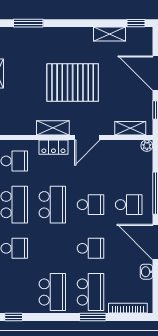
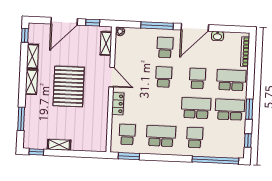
shelving: (53, 128) -> (31, 82), moved
school desk: (52, 205) -> (196, 108), moved
window: (93, 317) -> (249, 109), moved

